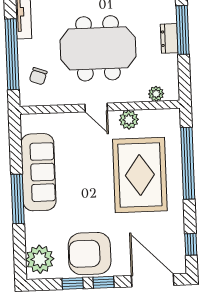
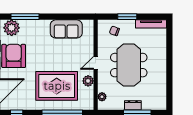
window: (12, 54) -> (127, 17), width x0.47
sofa: (38, 172) -> (66, 29), width x0.73
window: (18, 199) -> (25, 17), moved

